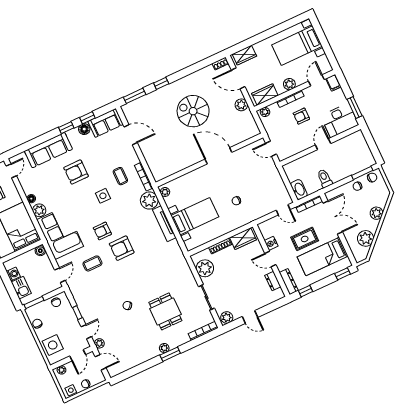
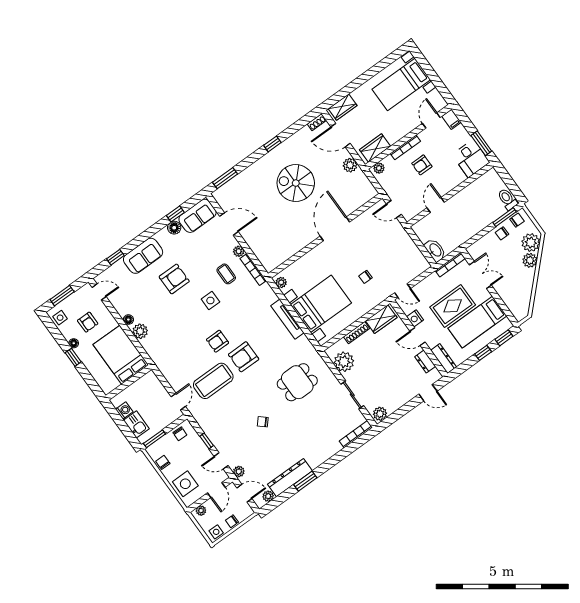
window: (161, 83) -> (272, 144), moved
plant: (289, 84) -> (401, 131), removed
desk: (340, 120) -> (471, 159), width x0.73
window: (66, 128) -> (115, 257), moved
door: (323, 144) -> (436, 205), moved
sofa: (48, 150) -> (143, 256), width x0.73
door: (218, 156) -> (335, 229), hinge flipped
door: (11, 171) -> (99, 292), hinge flipped
armchair: (76, 172) -> (174, 279), turned 180
toilet: (325, 178) -> (507, 199), moved
plant: (149, 200) -> (239, 251), moved, width x0.53, depth x0.53
door: (283, 210) -> (403, 291), moved
bed with nightstands: (195, 216) -> (321, 304), width x1.36
double door: (333, 217) -> (480, 275), width x0.73
corner sofa: (60, 233) -> (169, 353), removed
plant: (366, 238) -> (531, 243), moved
rug: (305, 239) -> (453, 306), width x1.36, depth x1.43
boiler: (40, 251) -> (150, 378), removed
coffee table: (92, 263) -> (213, 381), width x1.86, depth x1.72
window: (305, 291) -> (483, 353), moved
dining table: (165, 311) -> (297, 382), moved, turned 90
door: (250, 317) -> (428, 393), moved
door: (86, 332) -> (221, 461), swing flipped
plant: (164, 348) -> (268, 496), moved
window: (170, 354) -> (305, 481), moved
dresser: (141, 357) -> (290, 478), added

